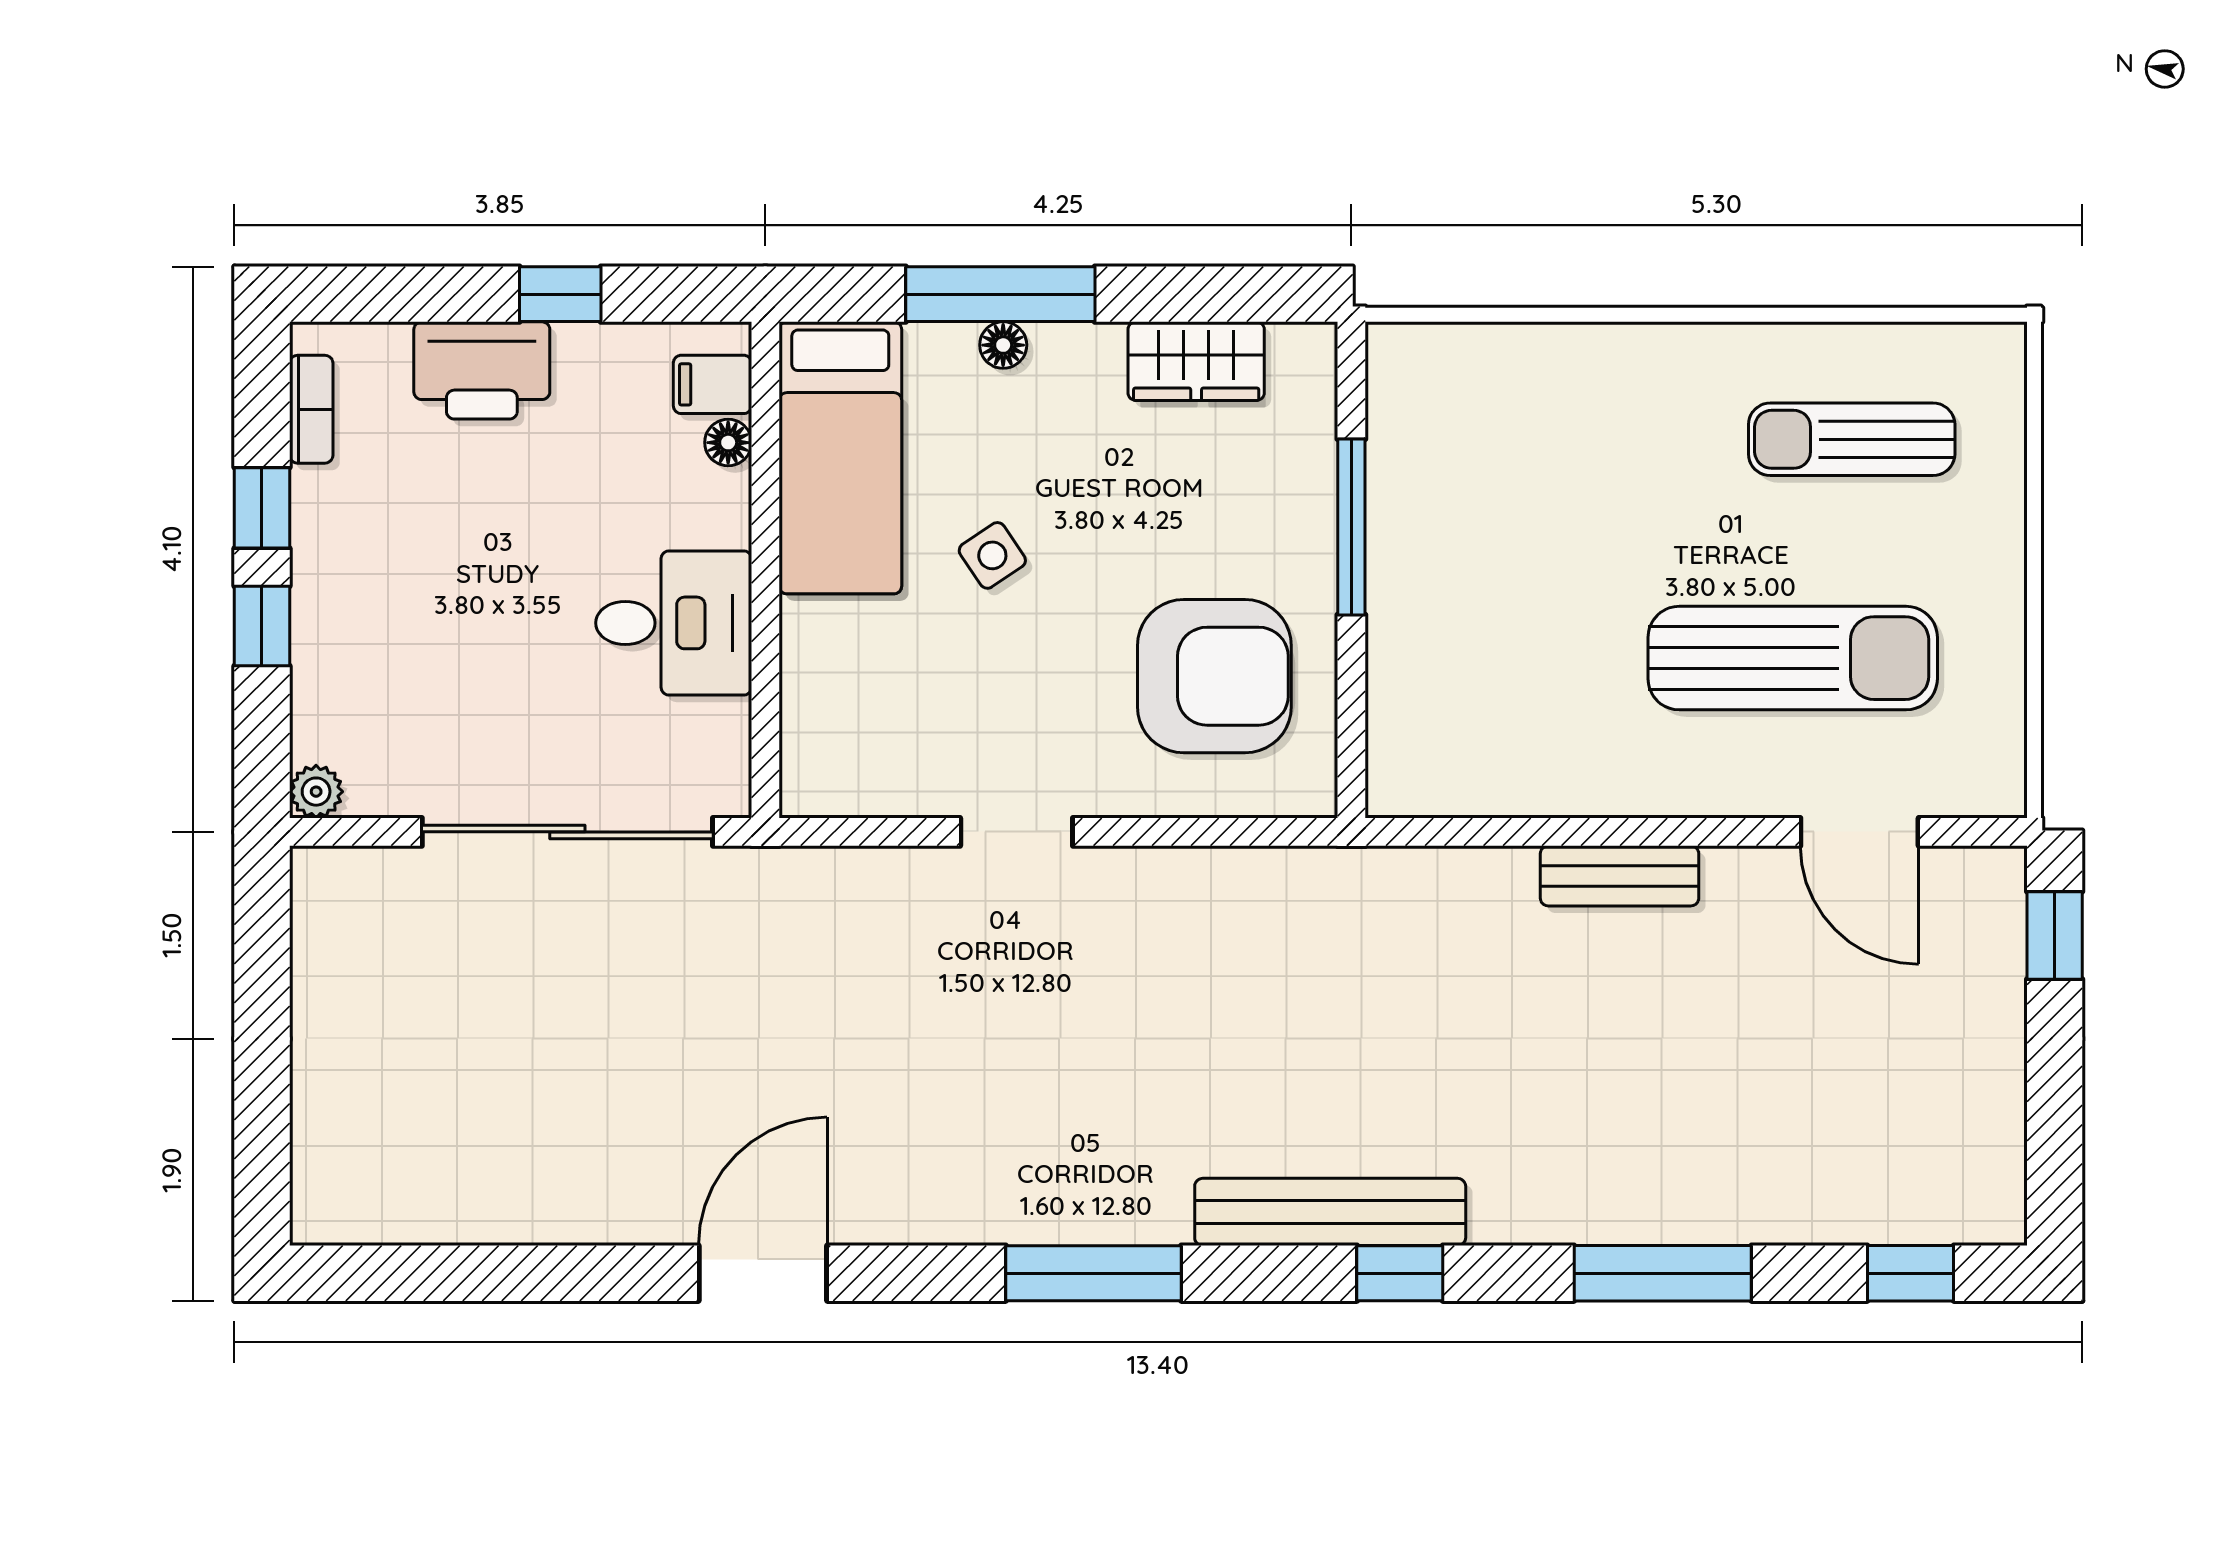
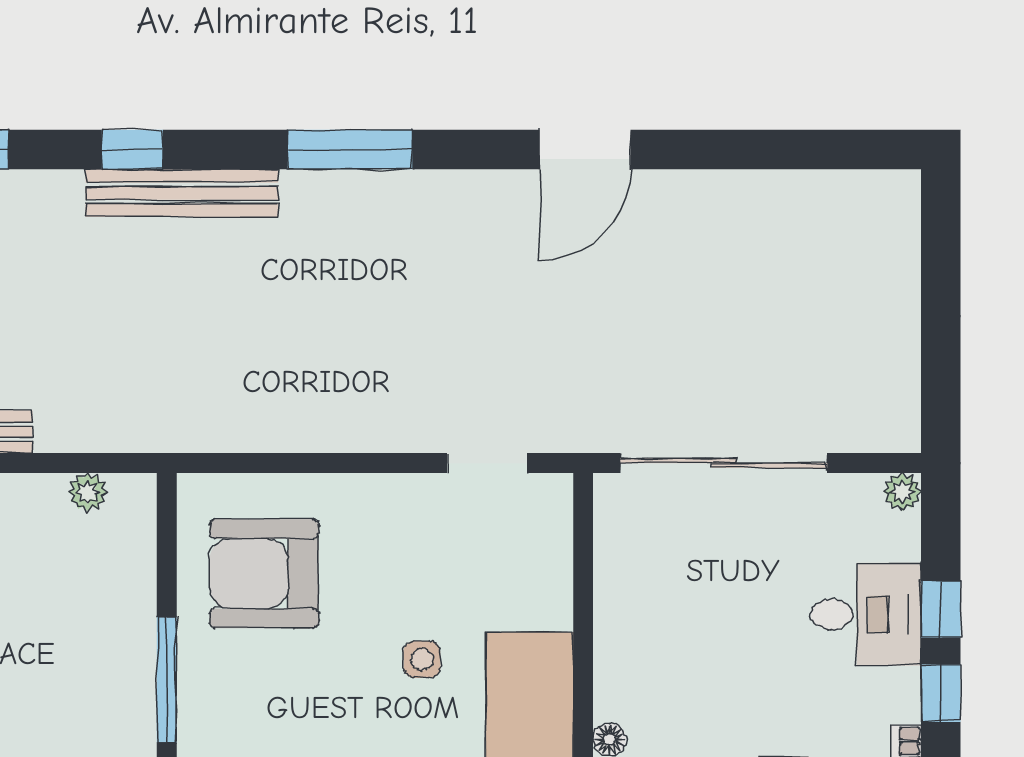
side table: (992, 555) -> (422, 659), turned 33
desk: (674, 623) -> (866, 614), moved, turned 180
plant: (1463, 791) -> (88, 492), added
doorway: (1017, 832) -> (487, 463), moved

